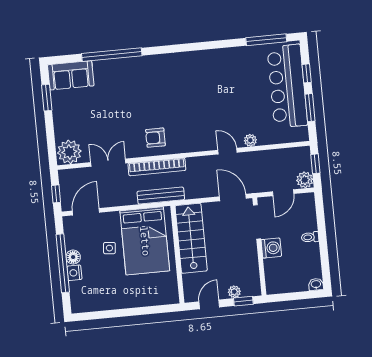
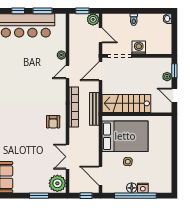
window: (47, 98) -> (39, 196), moved
bookcase: (157, 167) -> (74, 107), moved
bench: (161, 196) -> (94, 109), moved

